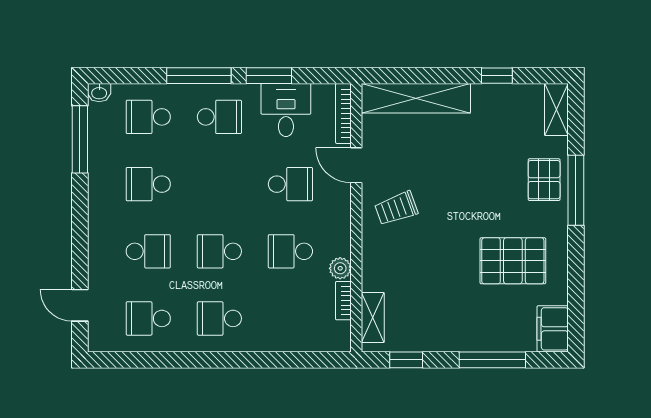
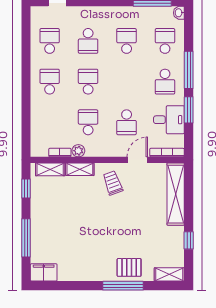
pallet: (513, 261) -> (83, 250), removed
shelving: (373, 266) -> (80, 169), added

